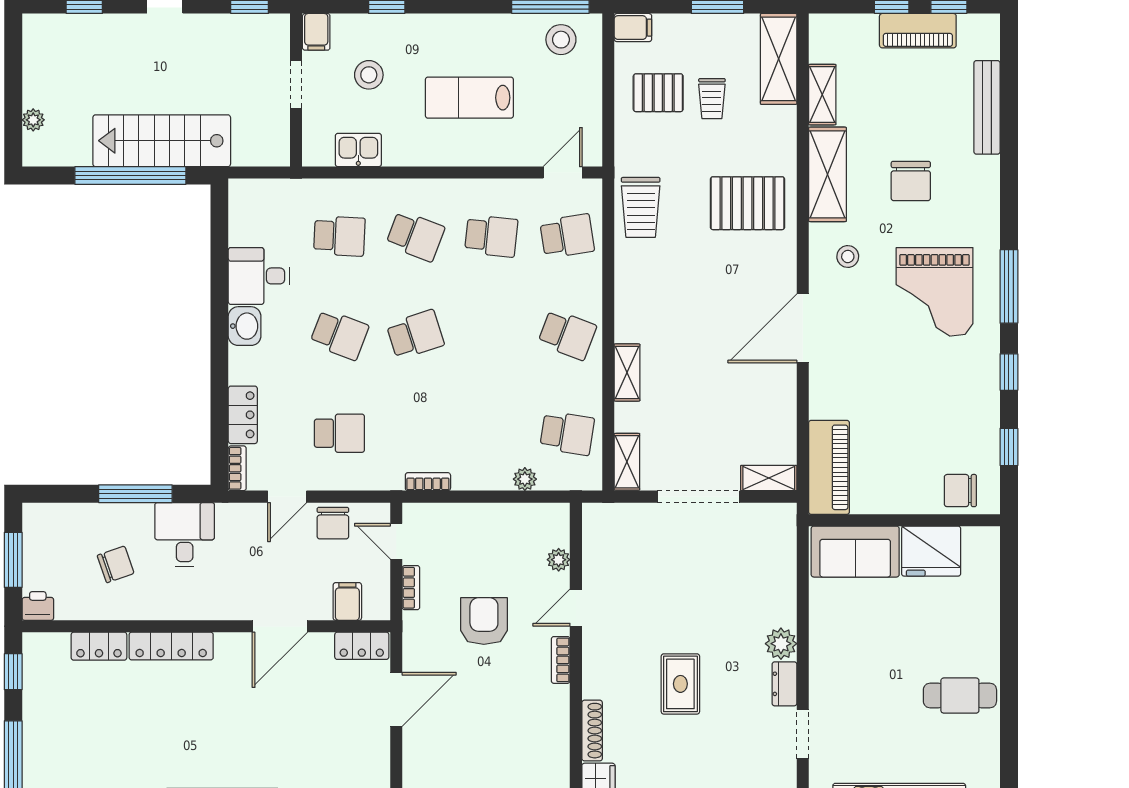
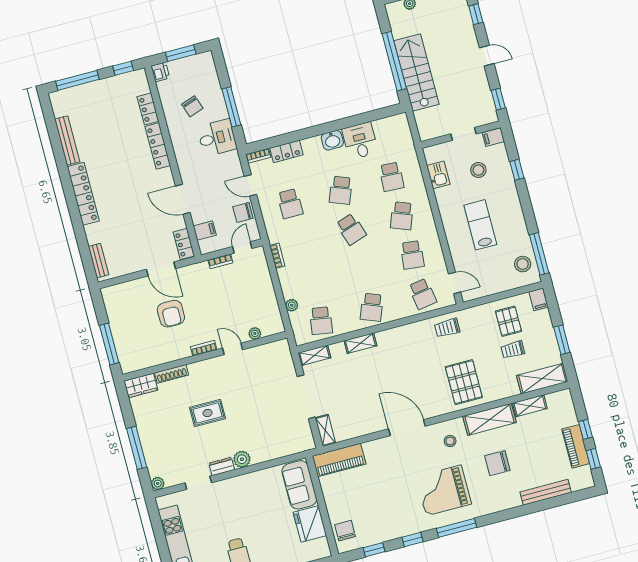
trolley: (641, 207) -> (447, 328), width x0.73, depth x0.72
armchair: (484, 621) -> (171, 314), moved, turned 90

